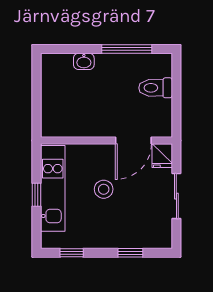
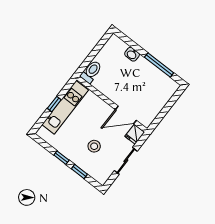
toilet: (156, 88) -> (91, 72), moved, turned 90
stool: (104, 189) -> (94, 146), moved
window: (72, 253) -> (61, 158), moved

